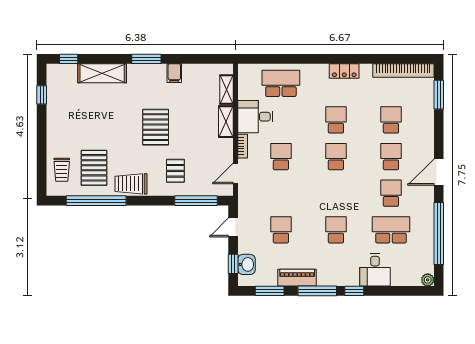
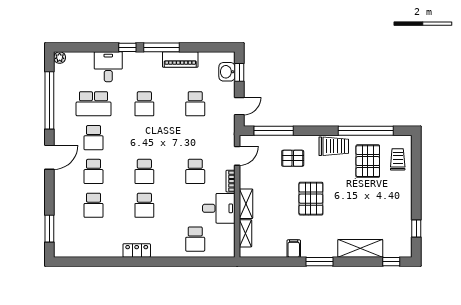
bookcase: (403, 70) -> (82, 251), removed
school desk: (281, 83) -> (195, 239), width x0.54
pallet: (175, 171) -> (293, 158), turned 90
window: (270, 291) -> (206, 47), removed

